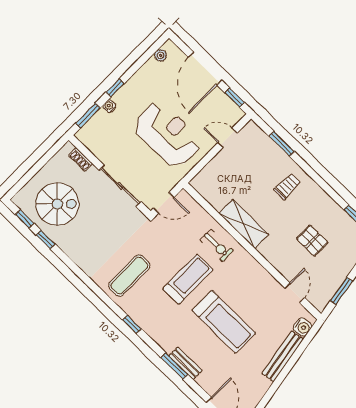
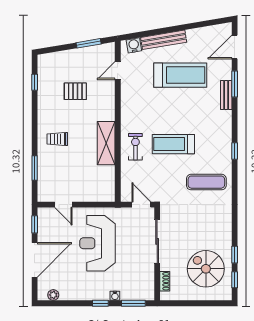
pallet: (312, 241) -> (75, 91), turned 90
treadmill: (224, 322) -> (180, 75), moved, turned 90
window: (174, 366) -> (235, 84), moved

